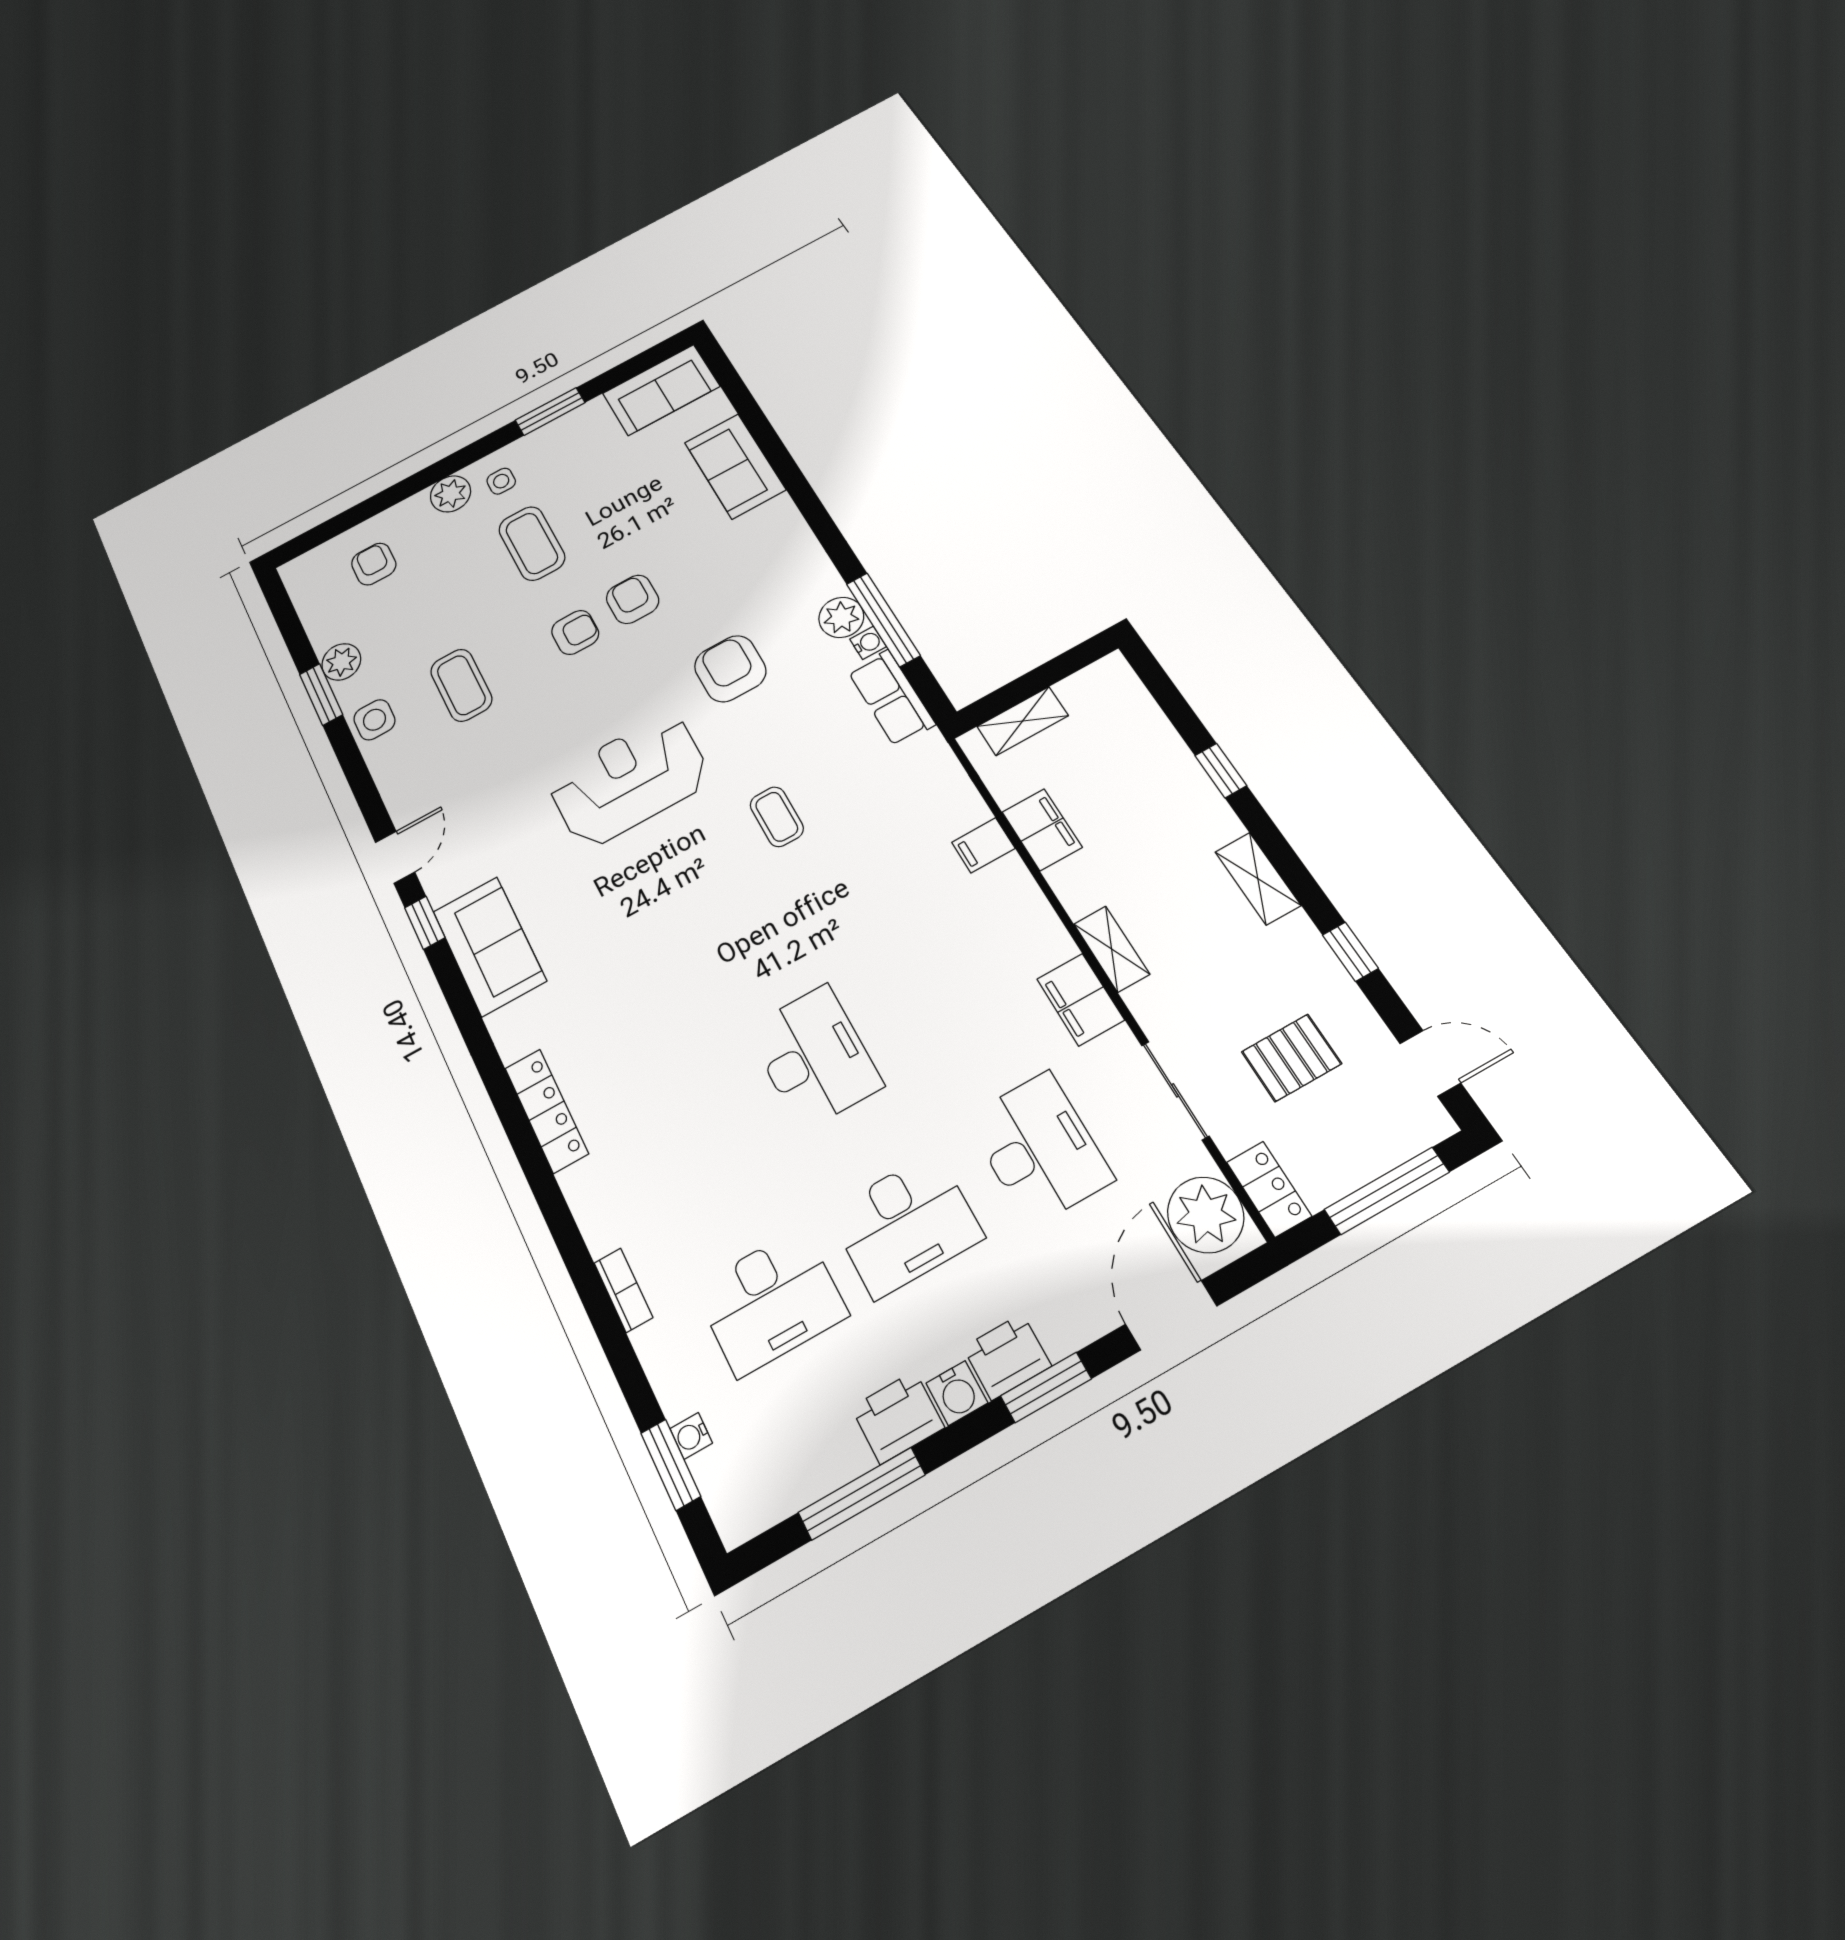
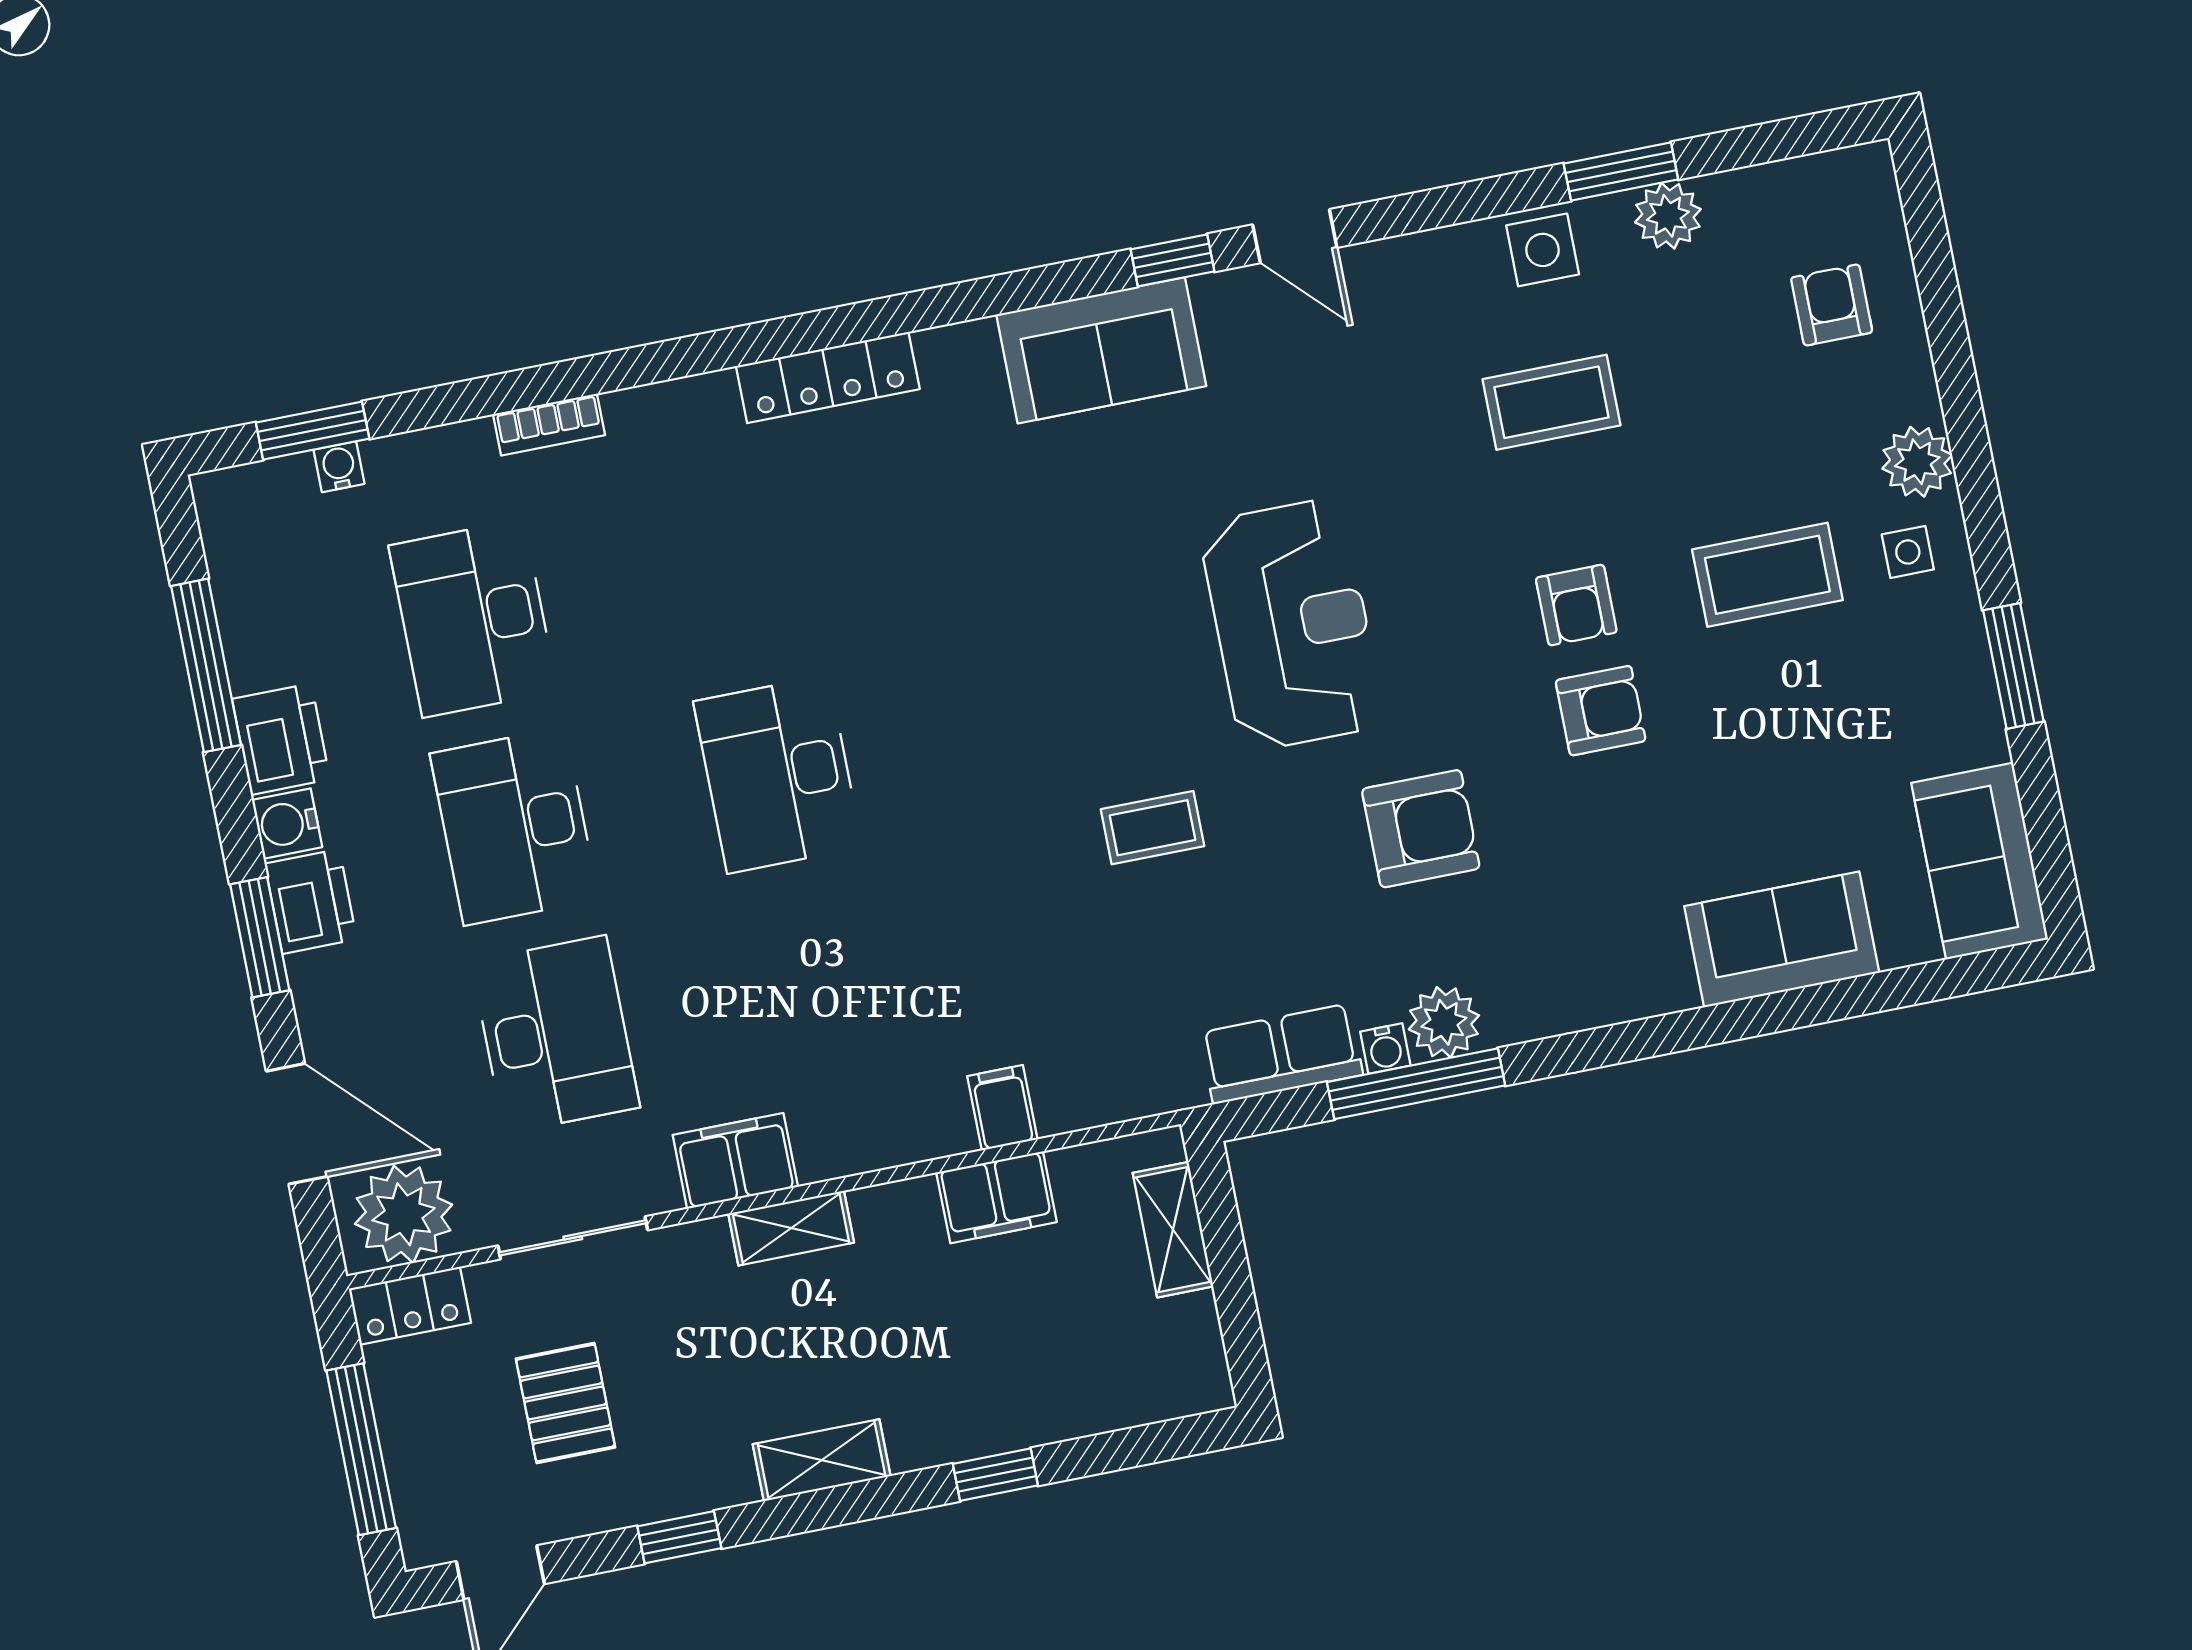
armchair: (374, 564) -> (1832, 305), turned -90
desk: (814, 1057) -> (778, 774), turned 90
desk: (1039, 1148) -> (555, 1034), turned -90

